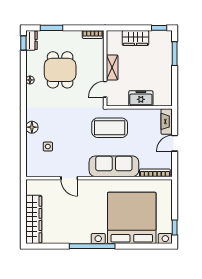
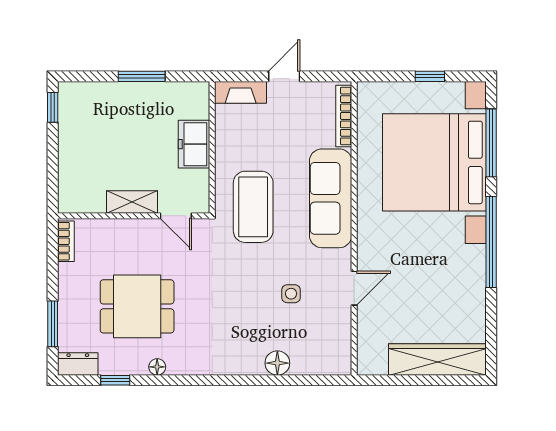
wardrobe: (135, 38) -> (73, 155), removed
window: (23, 43) -> (115, 380), moved
window: (175, 54) -> (142, 76), moved
floor lamp: (32, 127) -> (277, 363), moved
door: (175, 143) -> (284, 76), swing flipped
side table: (48, 147) -> (291, 294), moved
window: (175, 228) -> (430, 76), moved
window: (141, 246) -> (491, 143), added

